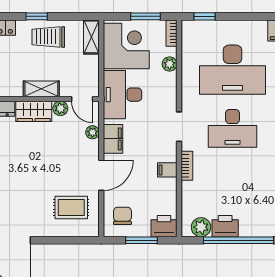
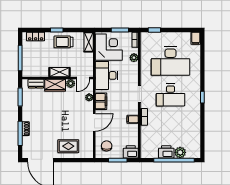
door: (82, 99) -> (83, 78), hinge flipped
rug: (71, 208) -> (68, 146), moved
plant: (201, 227) -> (180, 152), moved

